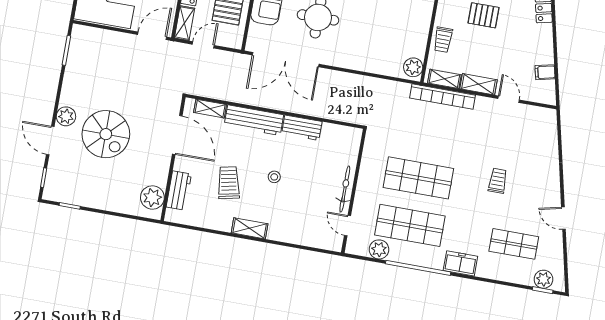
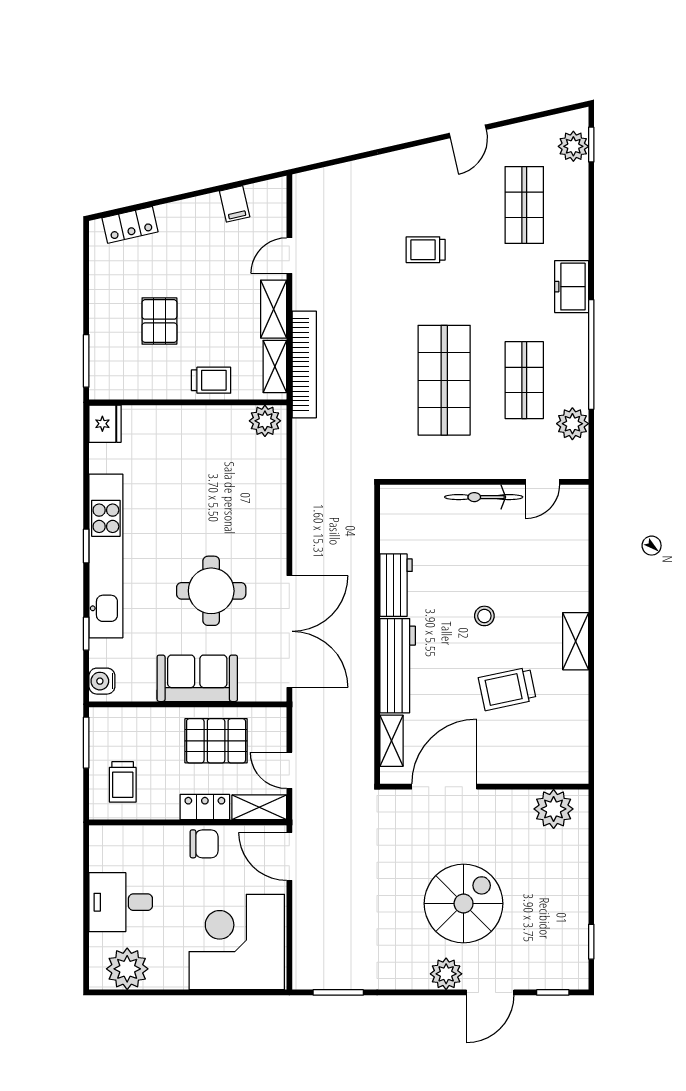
workbench: (179, 190) -> (534, 768), removed
shop shelf: (410, 225) -> (524, 380), width x0.70, depth x0.74

